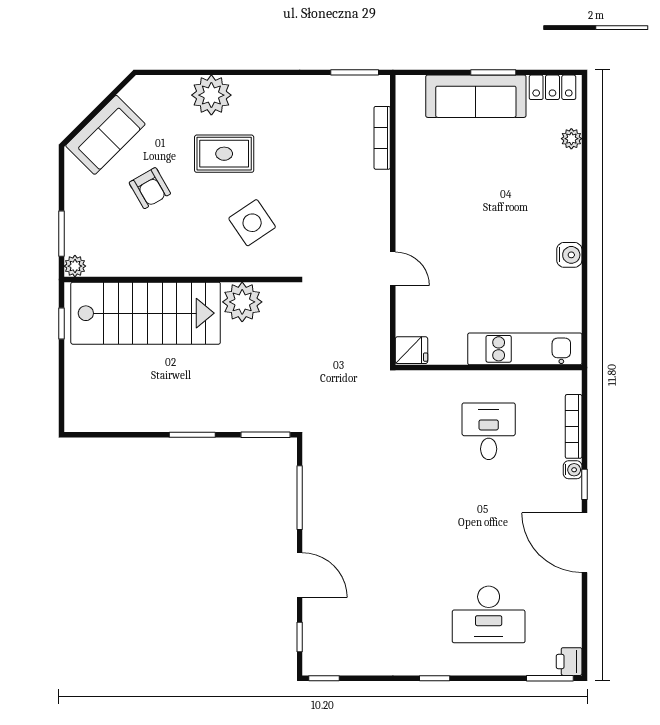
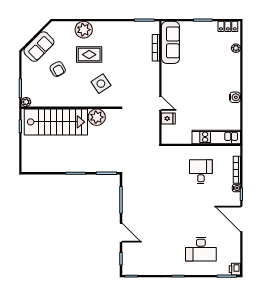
sofa: (476, 96) -> (170, 42), moved, turned -90
fridge: (411, 350) -> (168, 118), moved

